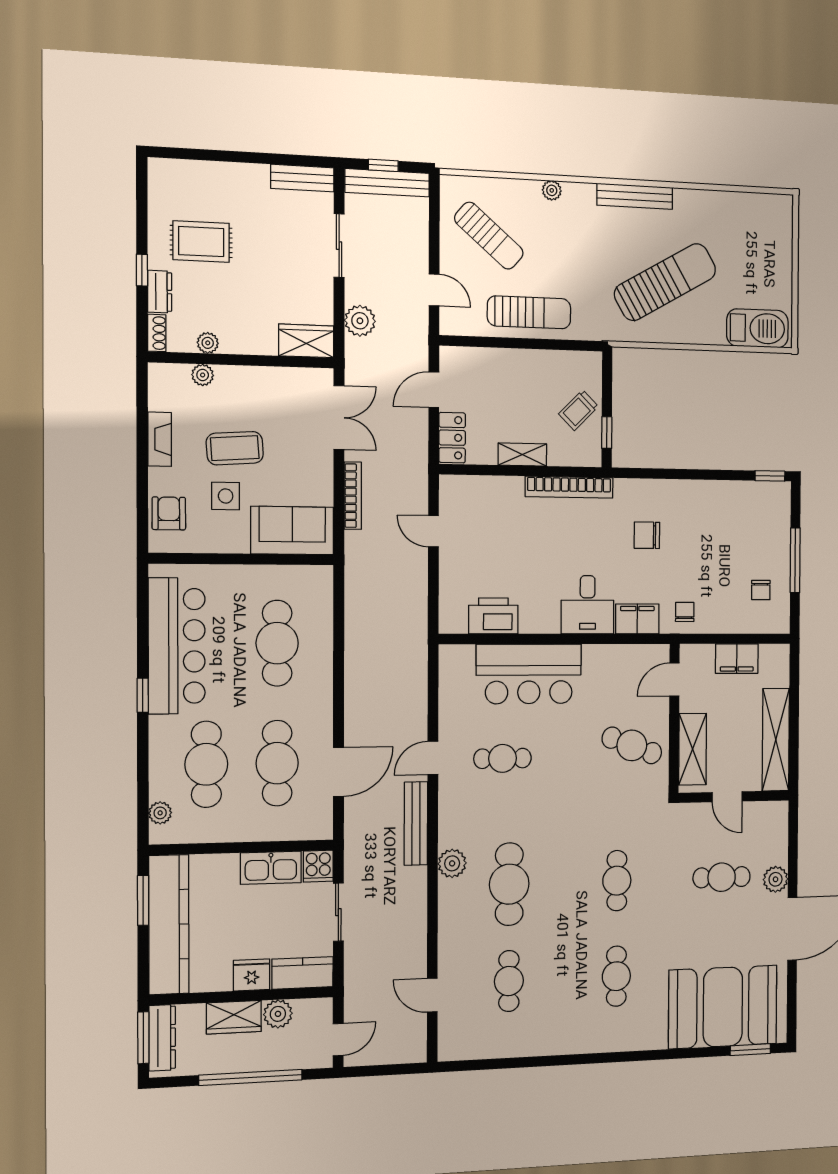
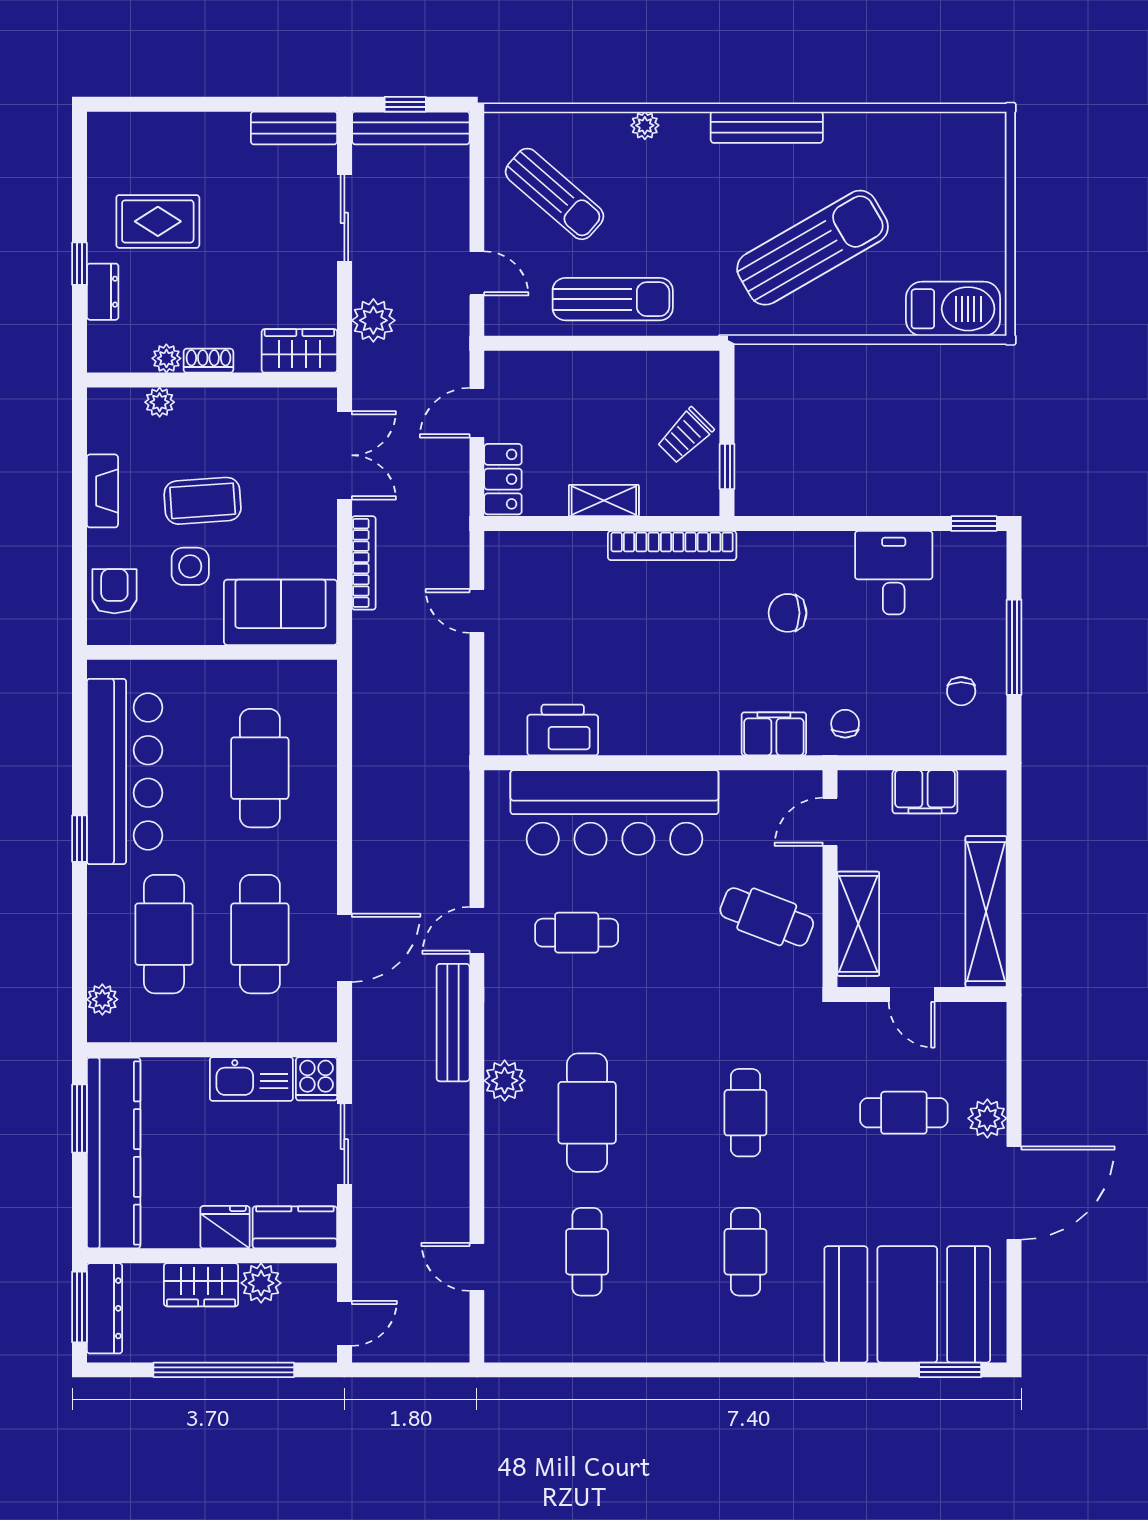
shoe rack: (157, 333) -> (208, 361), moved, turned -90
desk: (588, 605) -> (894, 573), moved, turned 180
bar counter: (529, 674) -> (614, 813), width x1.36

